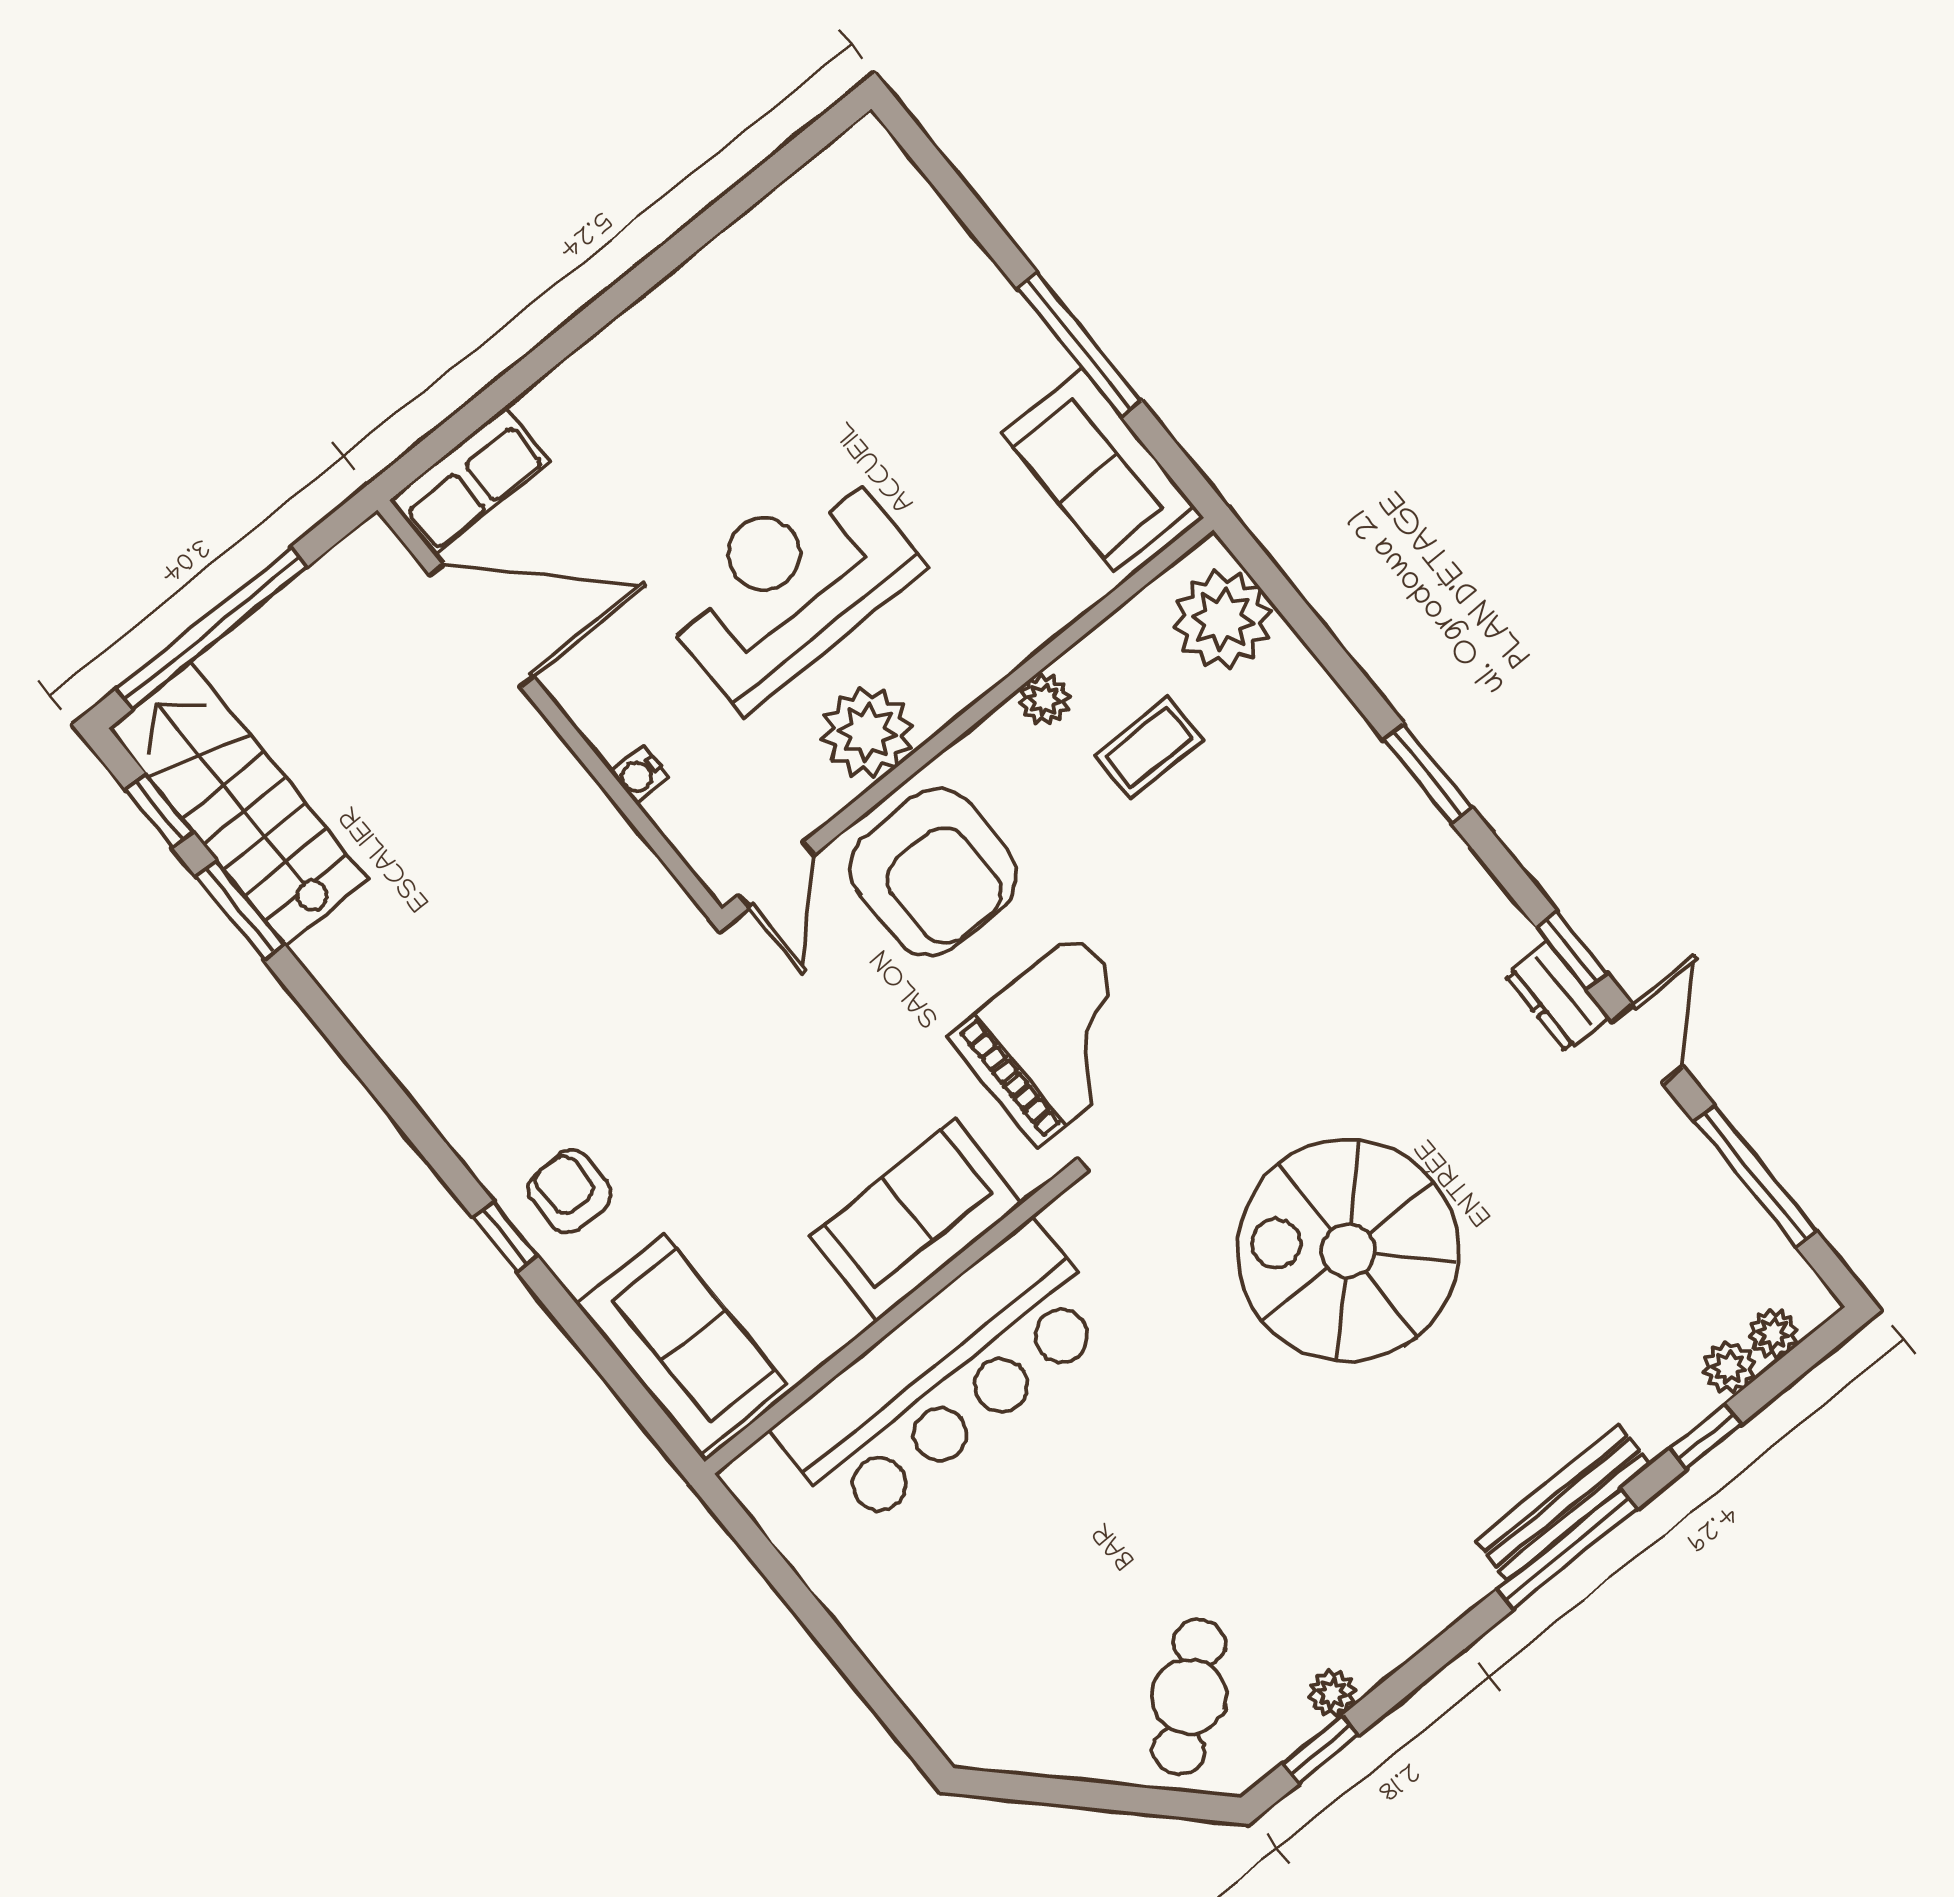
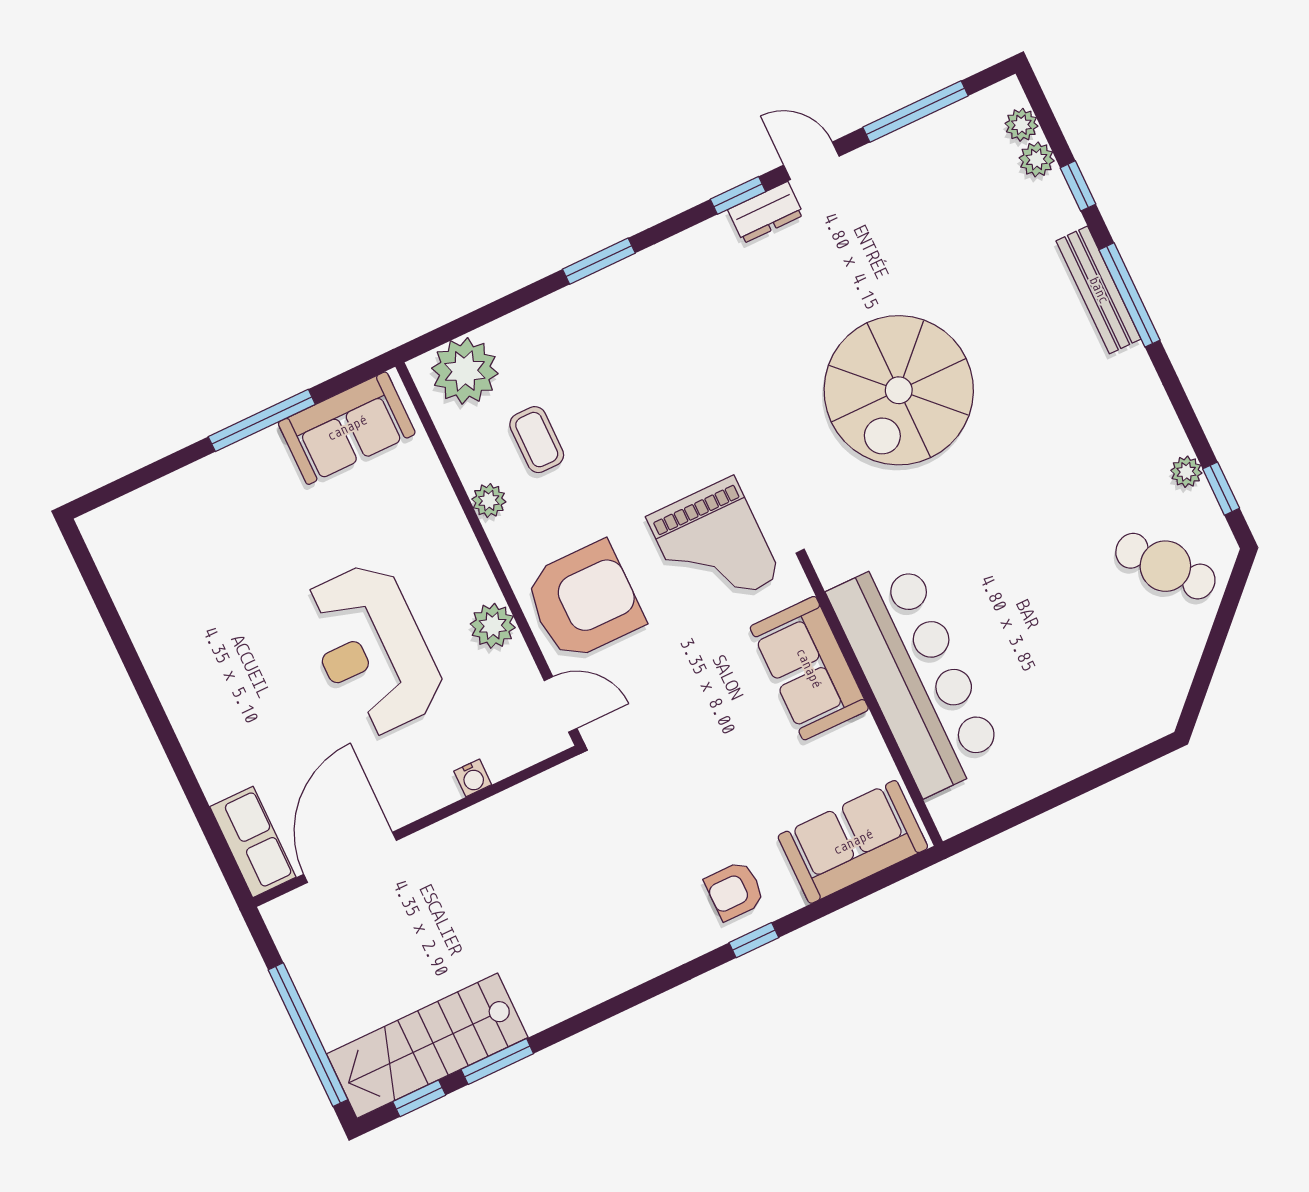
plant: (867, 732) -> (493, 626), width x0.73, depth x0.73
grand piano: (1057, 1040) -> (714, 547), turned 180

